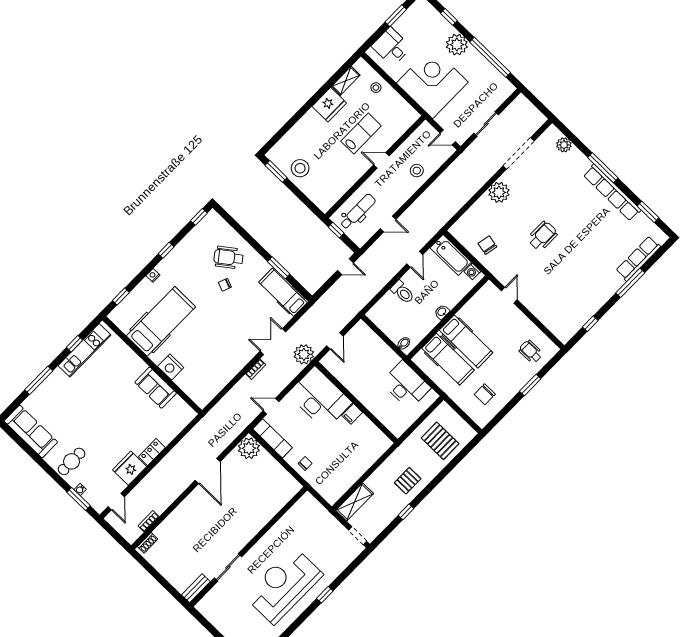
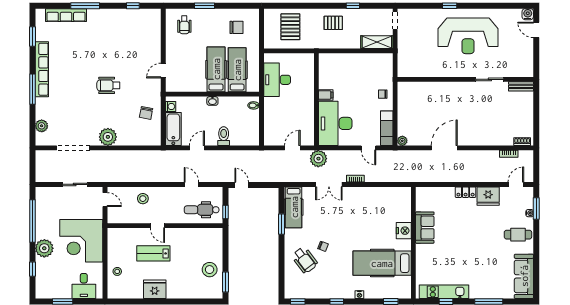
shelving: (346, 81) -> (131, 293), removed
plant: (249, 448) -> (402, 141), width x0.53, depth x0.53

